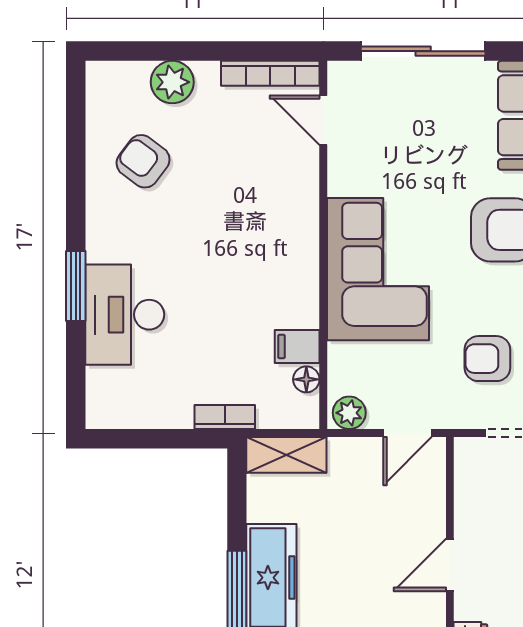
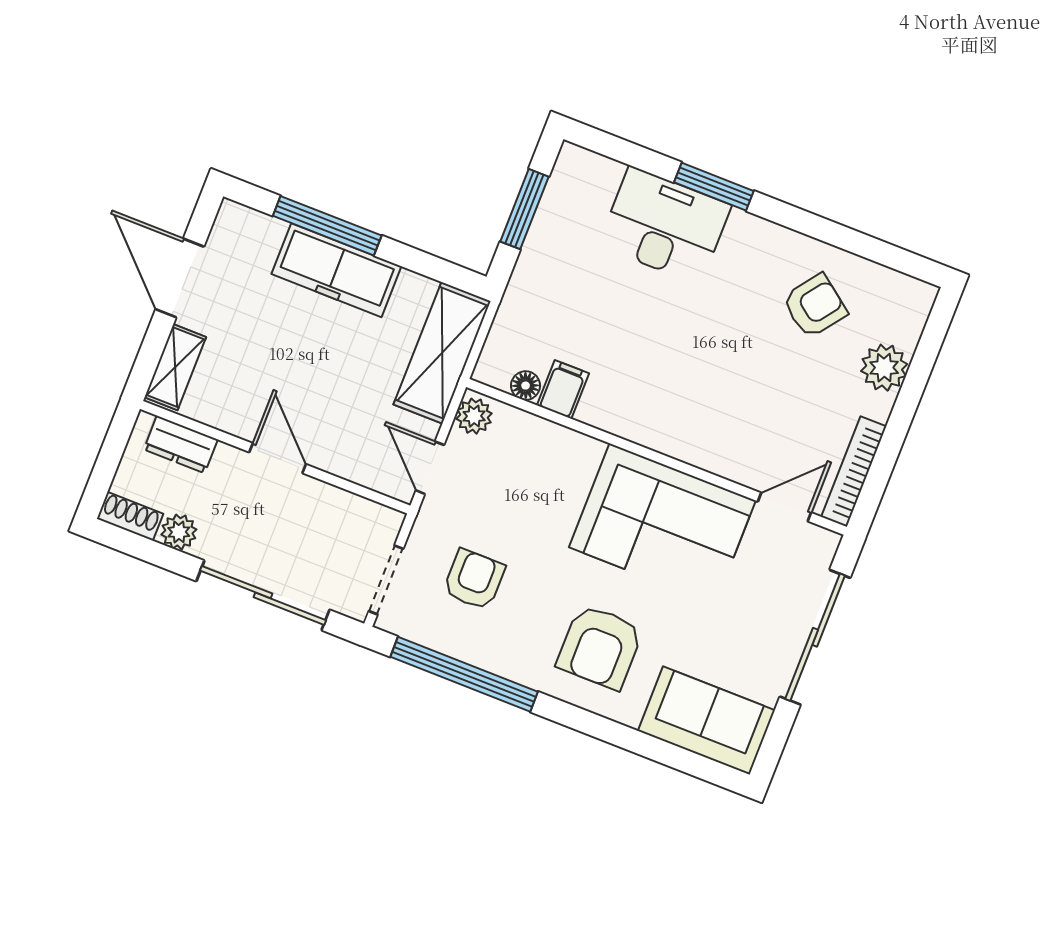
corner sofa: (378, 269) -> (662, 524), moved
bookcase: (225, 417) -> (520, 287), removed
window: (157, 439) -> (524, 209), added
shelving: (286, 455) -> (442, 353), width x1.50, depth x1.33

